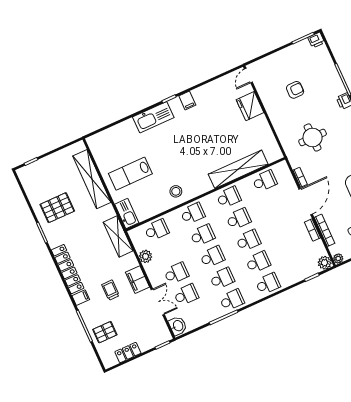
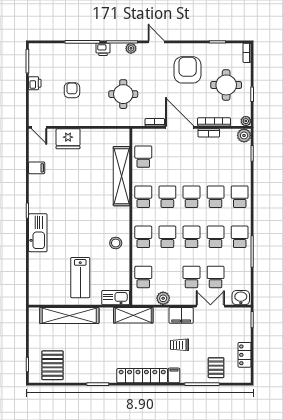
printer: (316, 40) -> (35, 83), moved
filing cabinet: (187, 101) -> (37, 168), moved
pallet: (57, 208) -> (52, 365), moved

